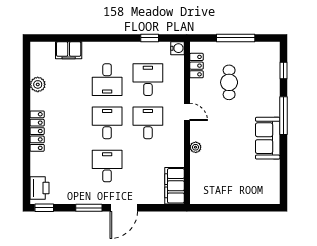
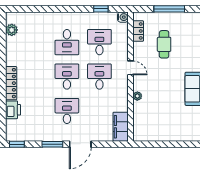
filing cabinet: (69, 50) -> (36, 19), removed
plant: (38, 84) -> (12, 30), moved
printer: (39, 188) -> (13, 110), moved

